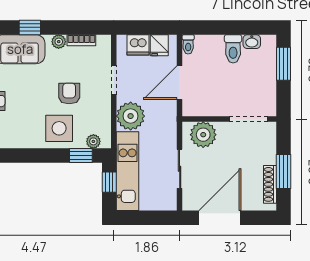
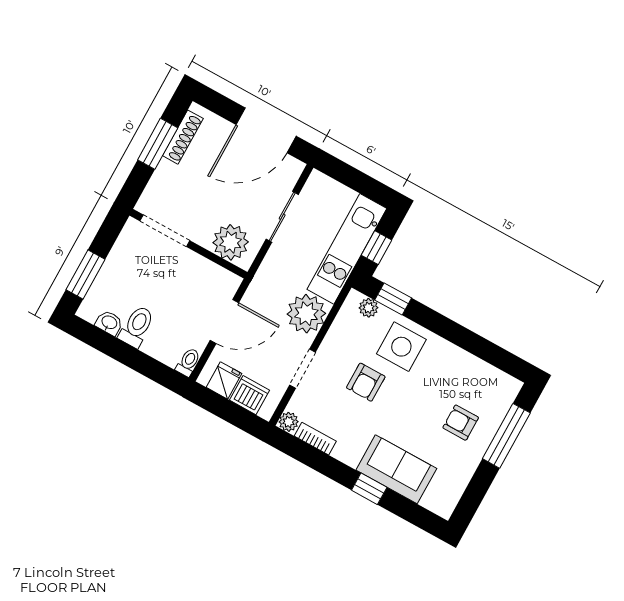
plant: (59, 42) -> (289, 422), moved

